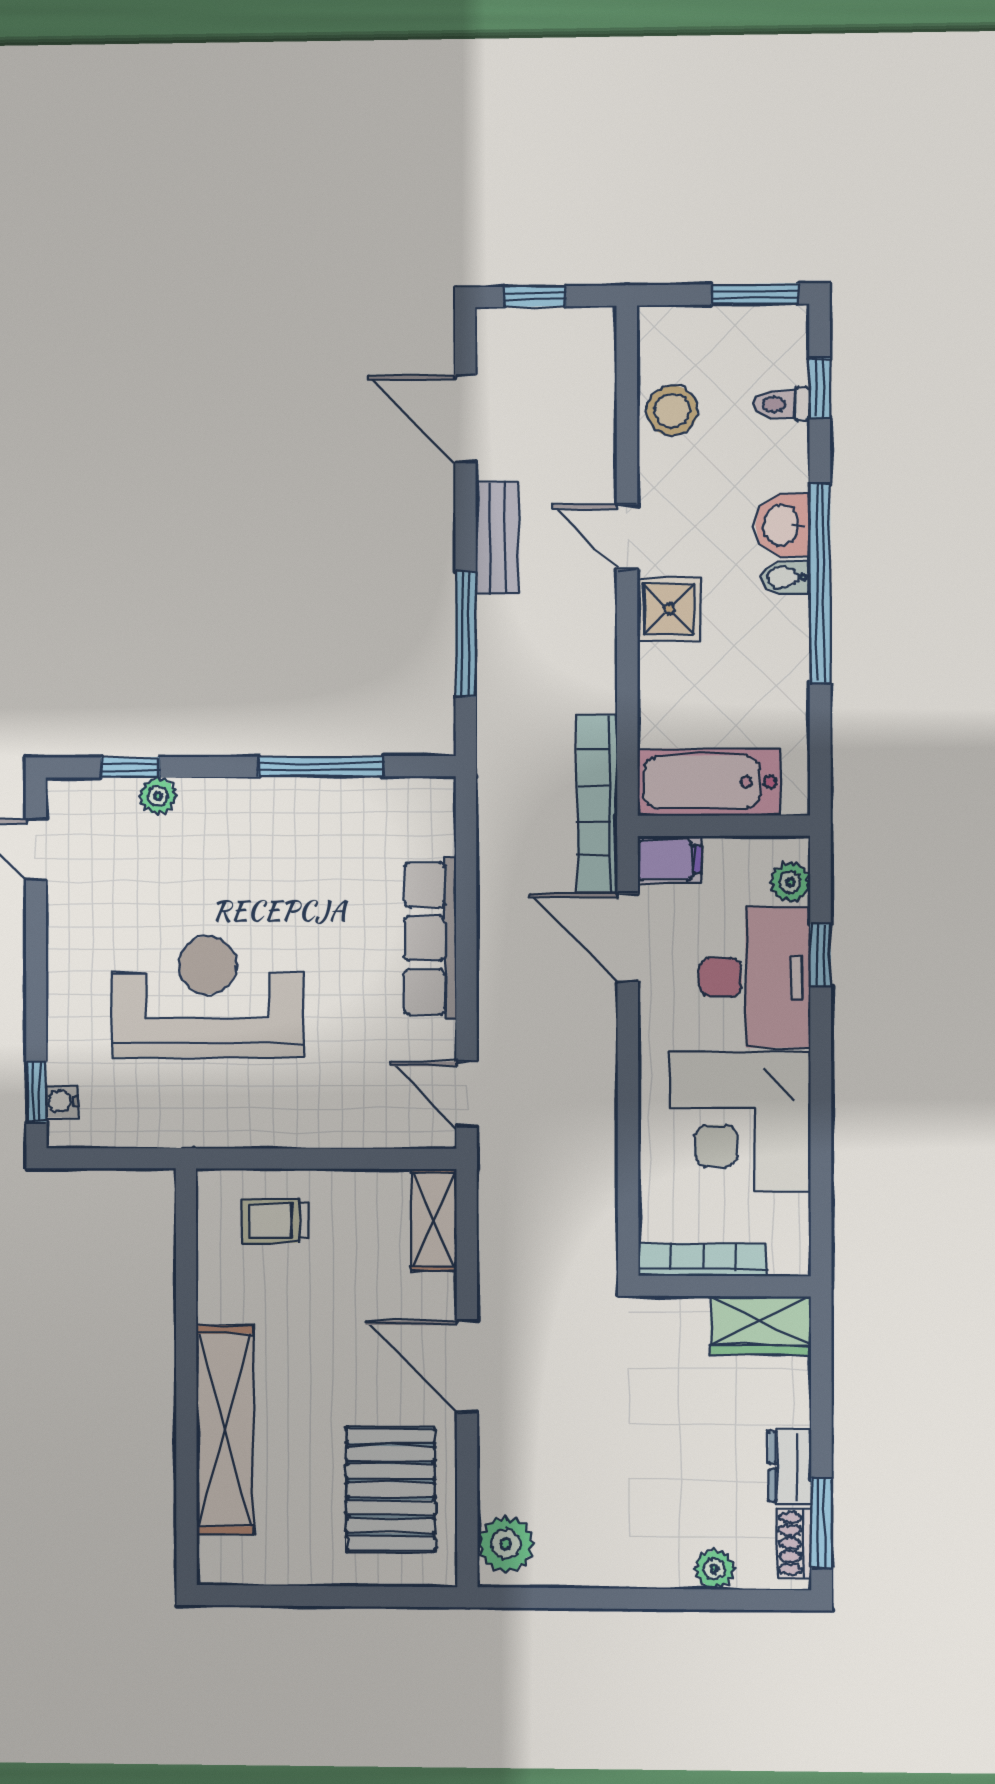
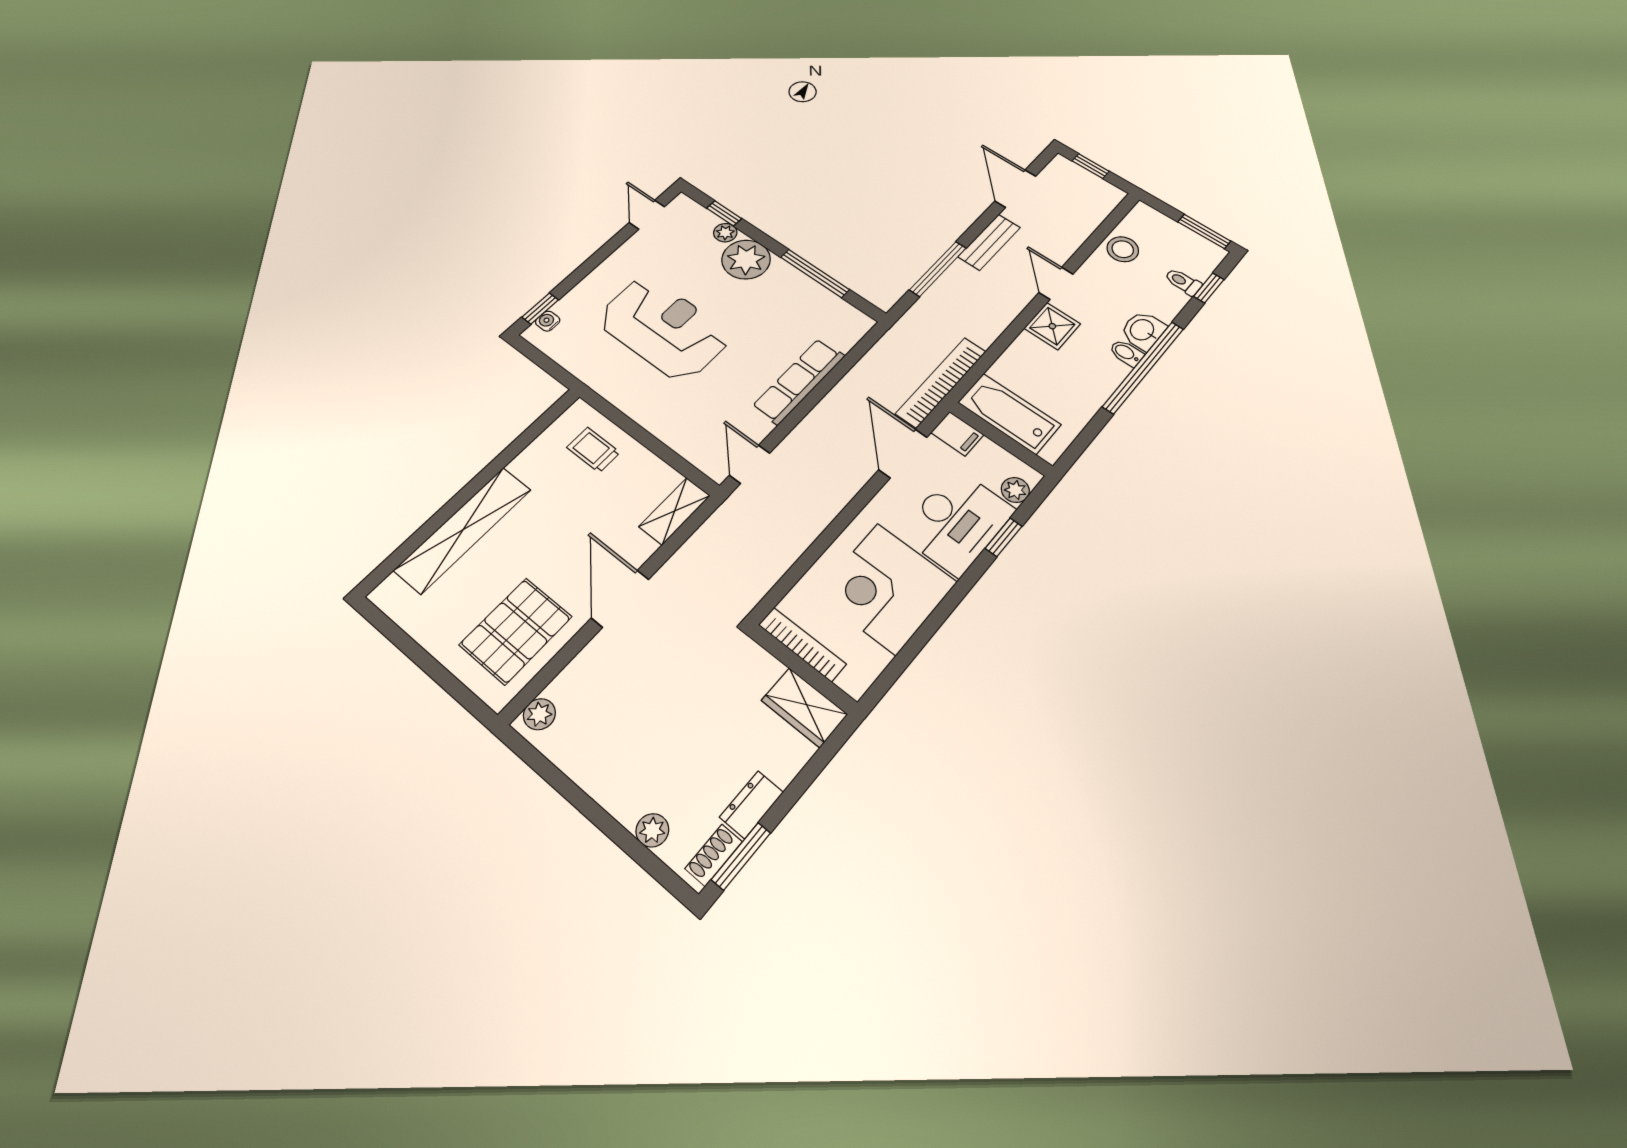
plant: (219, 816) -> (746, 259), added
plant: (506, 1544) -> (539, 714), width x0.73, depth x0.73

